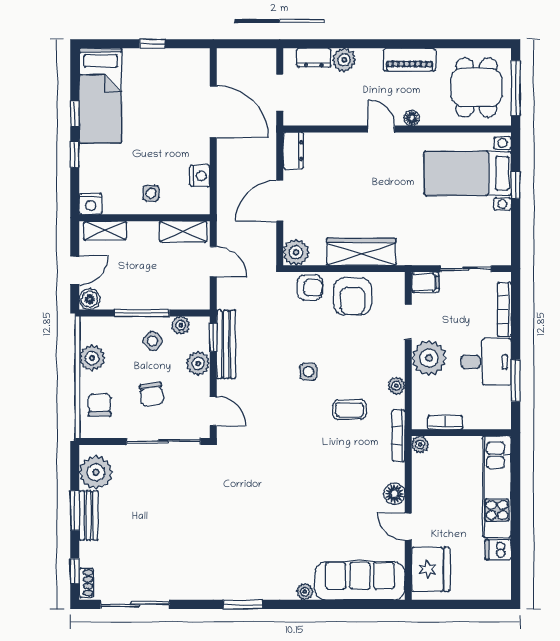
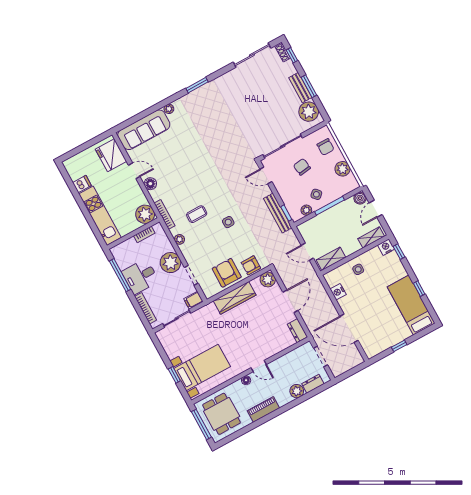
window: (75, 154) -> (399, 252), moved
plant: (198, 363) -> (287, 196), removed
window: (516, 381) -> (120, 275), width x1.44
plant: (420, 444) -> (145, 214), width x1.88, depth x1.88

